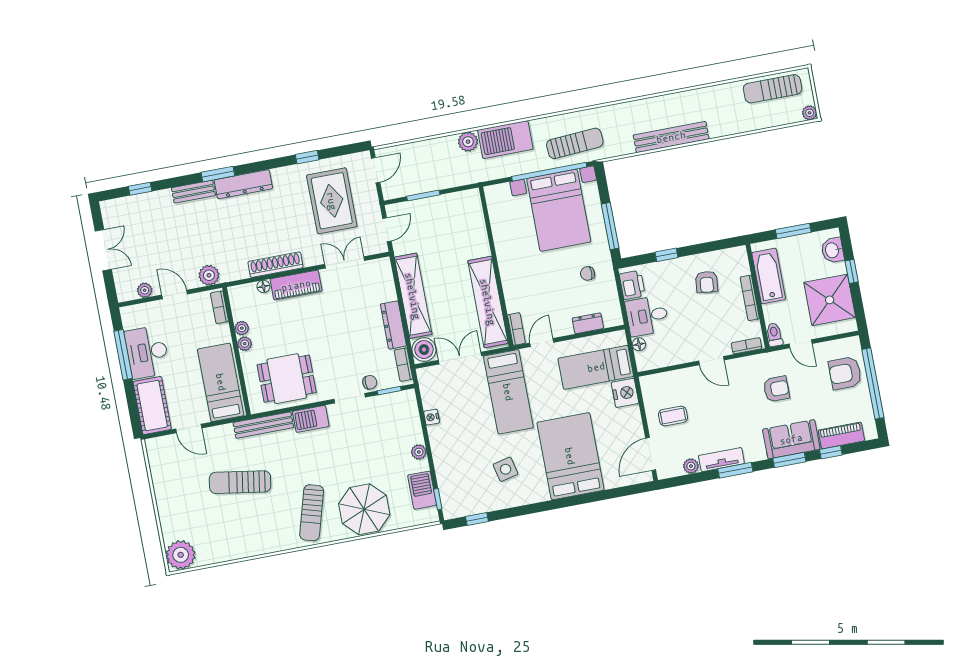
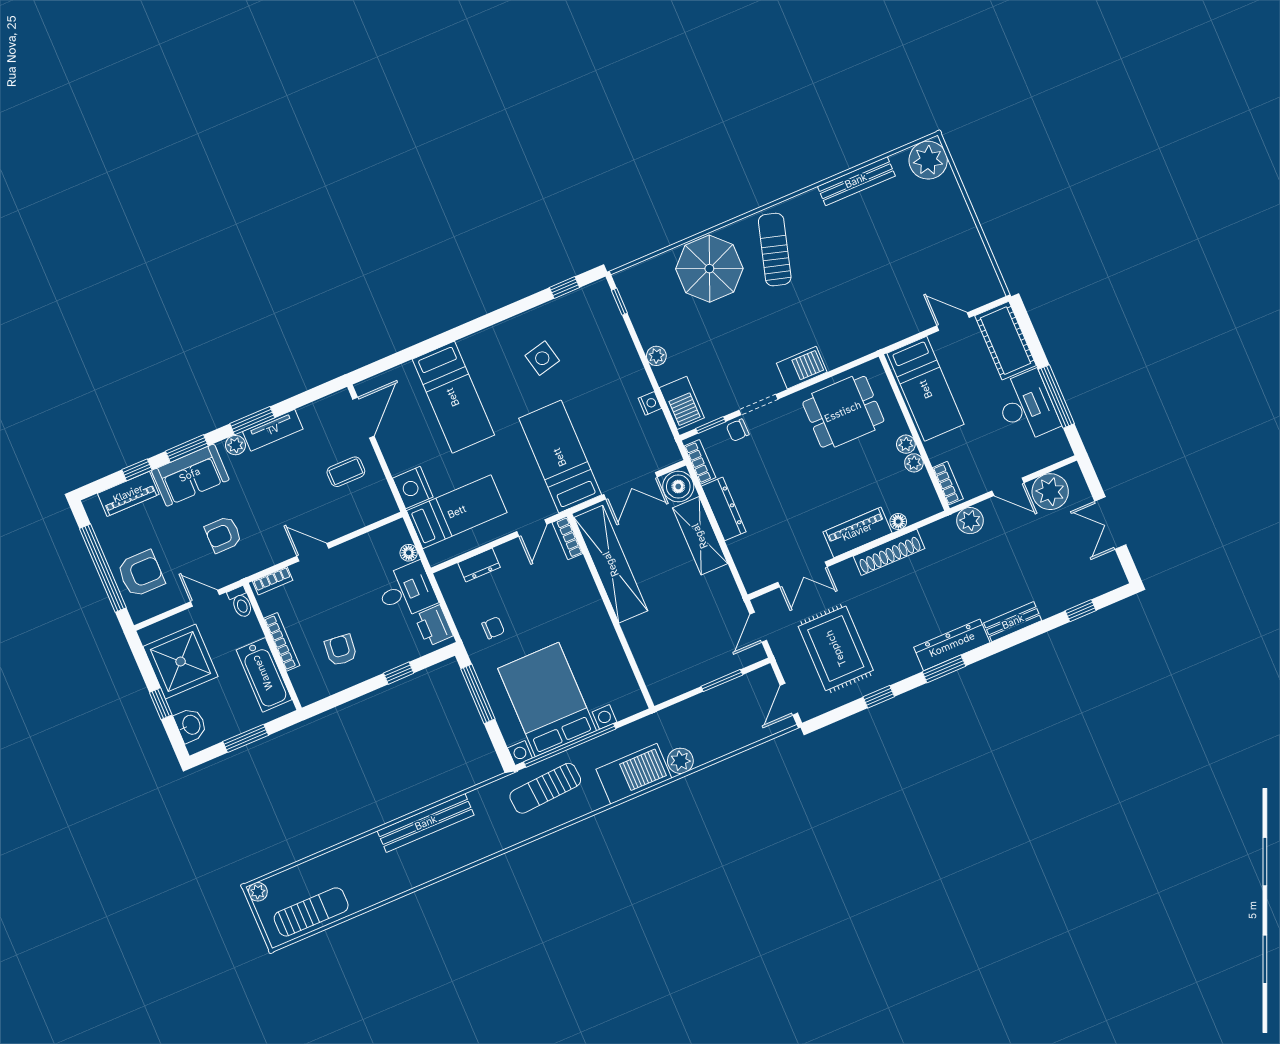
window: (218, 174) -> (944, 669), moved
plant: (145, 290) -> (1050, 492), width x1.88, depth x1.88
shelving: (413, 296) -> (700, 536), width x0.68
bench: (263, 425) -> (856, 181), moved
bed: (570, 456) -> (453, 397), width x0.67
plant: (691, 466) -> (235, 445), moved
sun lounger: (240, 482) -> (873, 268), removed
barbecue: (422, 490) -> (682, 403), moved

